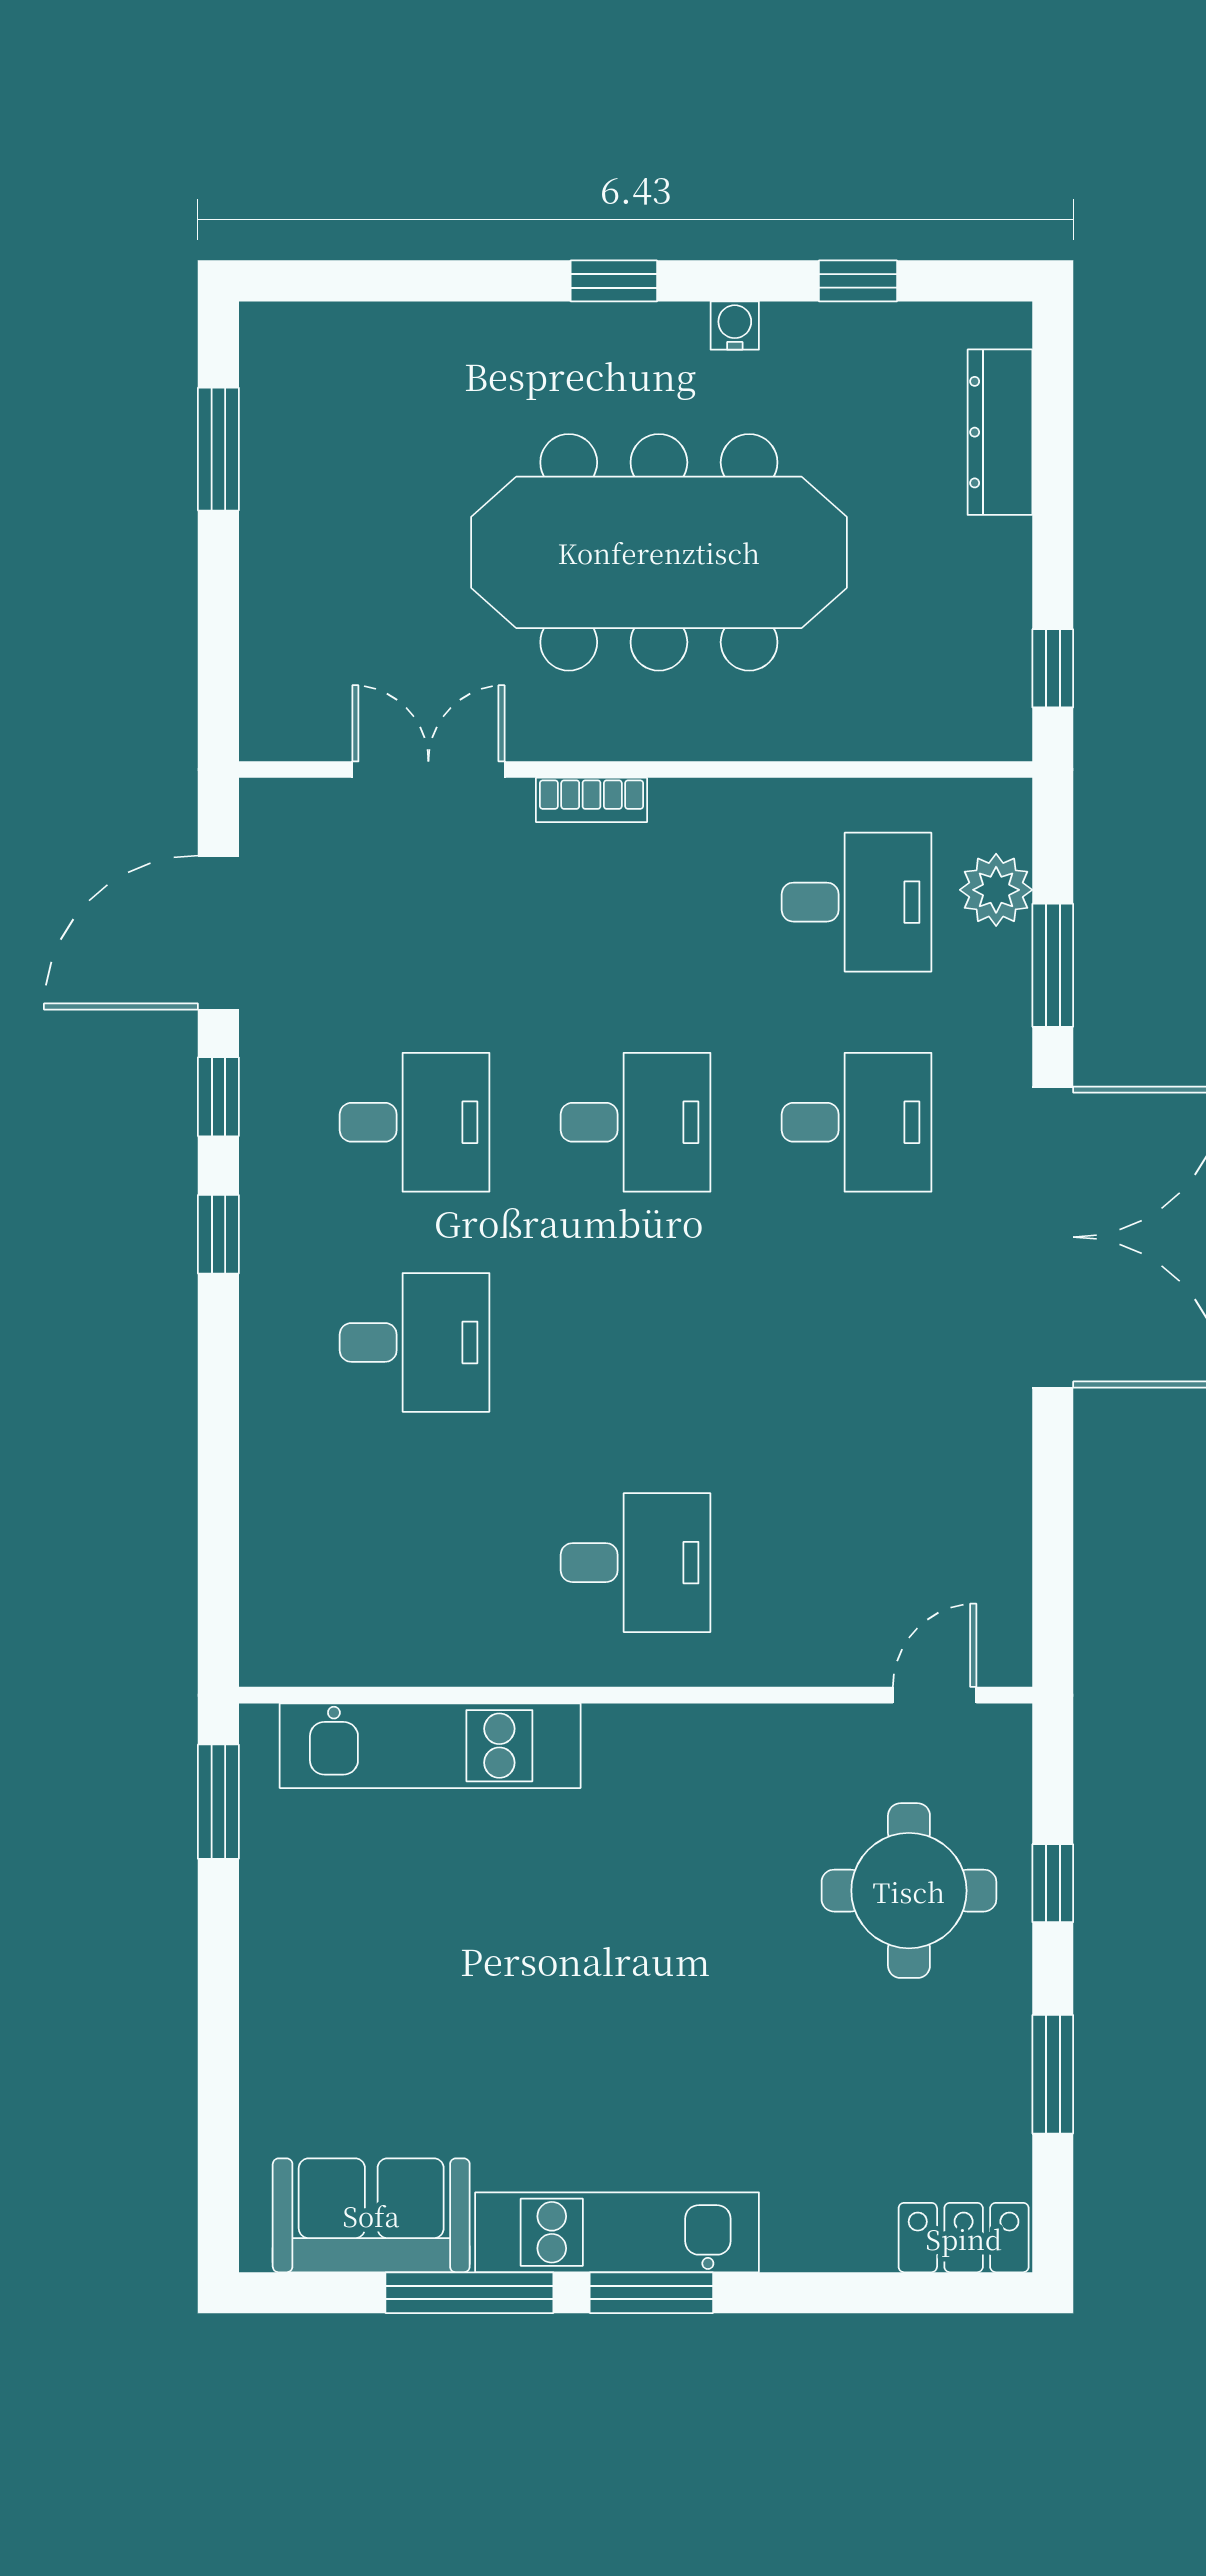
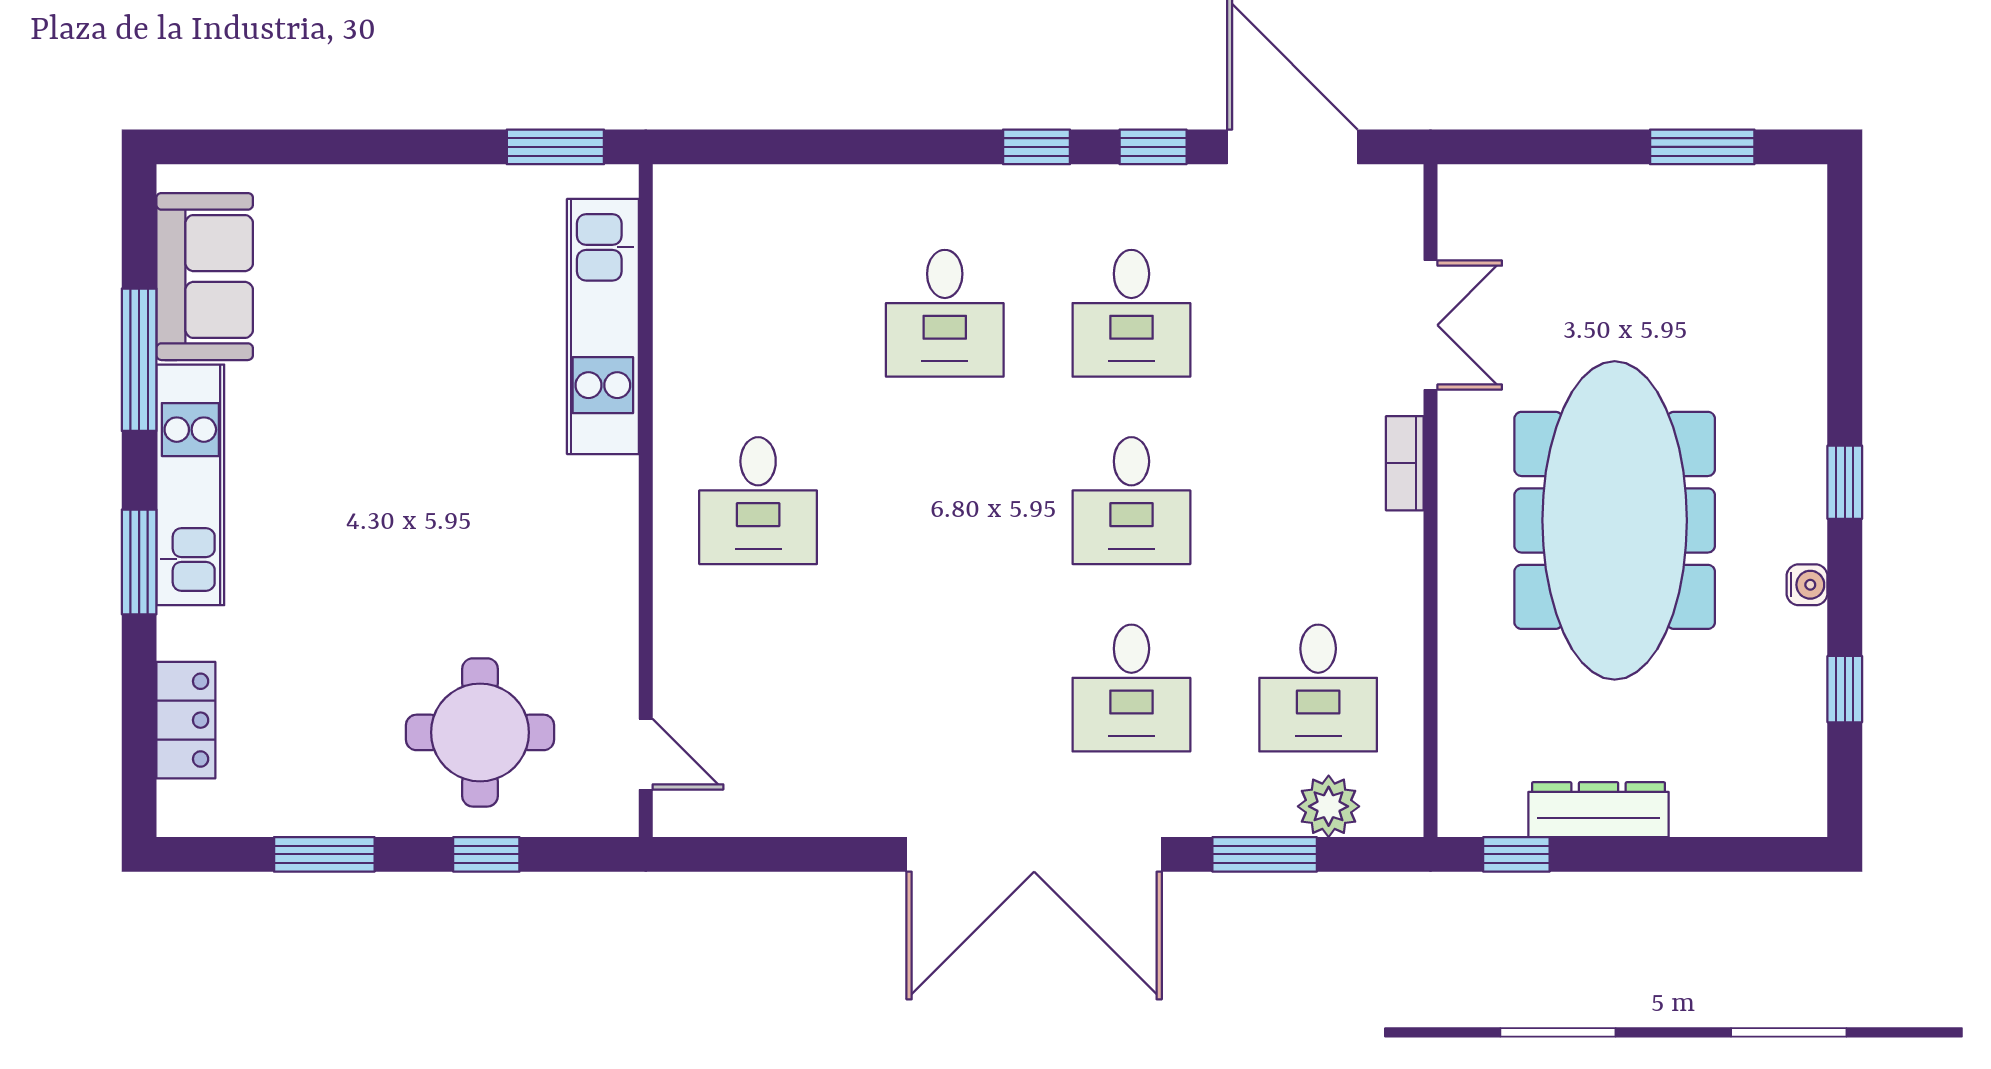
dresser: (1000, 432) -> (1599, 810), moved
locker: (964, 2238) -> (186, 720), moved
window: (651, 2293) -> (139, 562), moved

